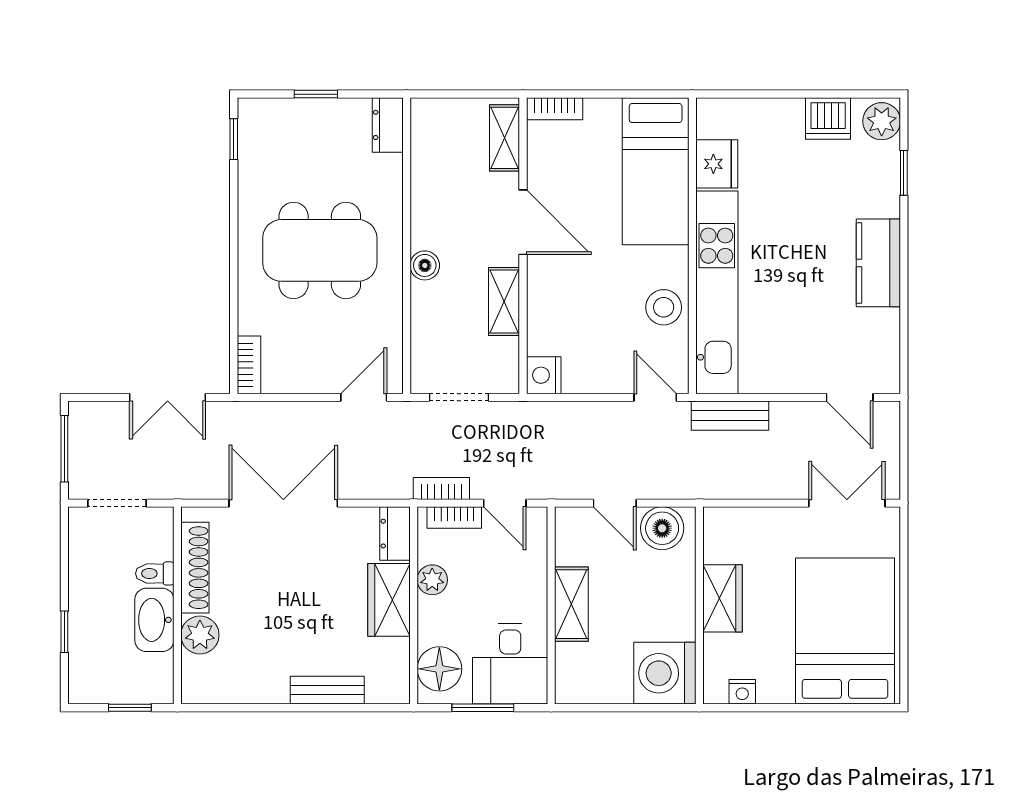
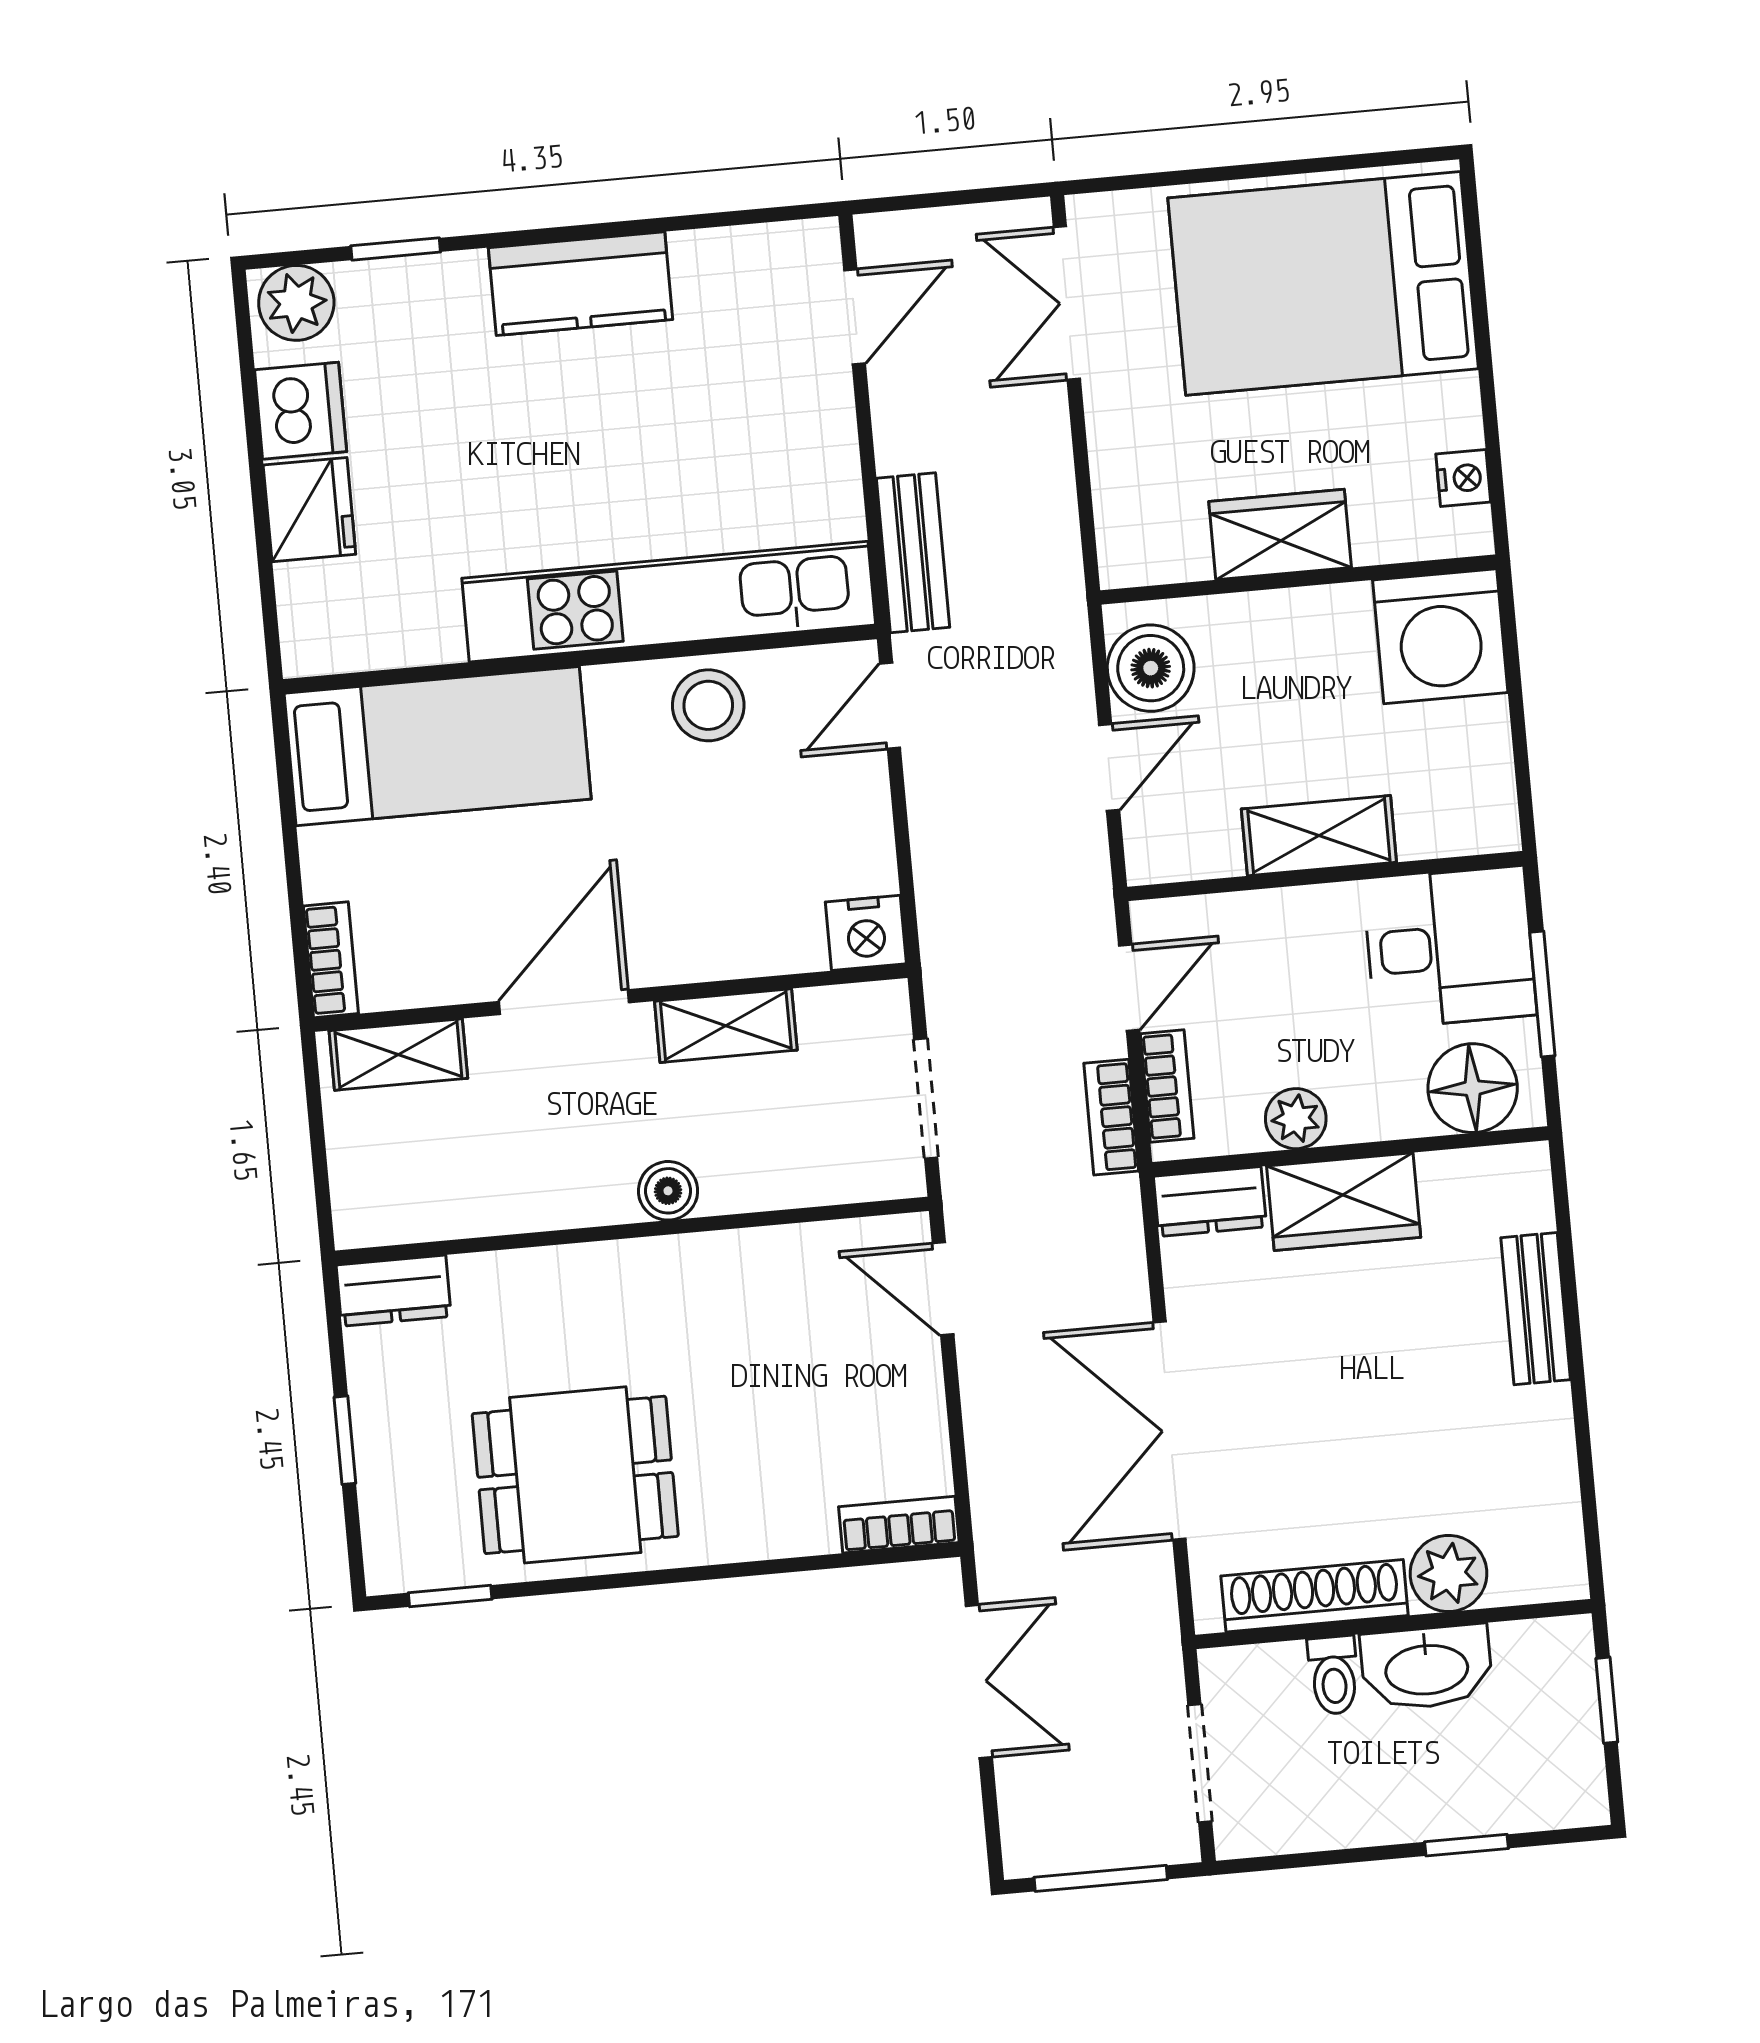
fridge: (717, 164) -> (309, 510), moved, turned 90
dining table: (320, 250) -> (575, 1475), moved, width x0.73

